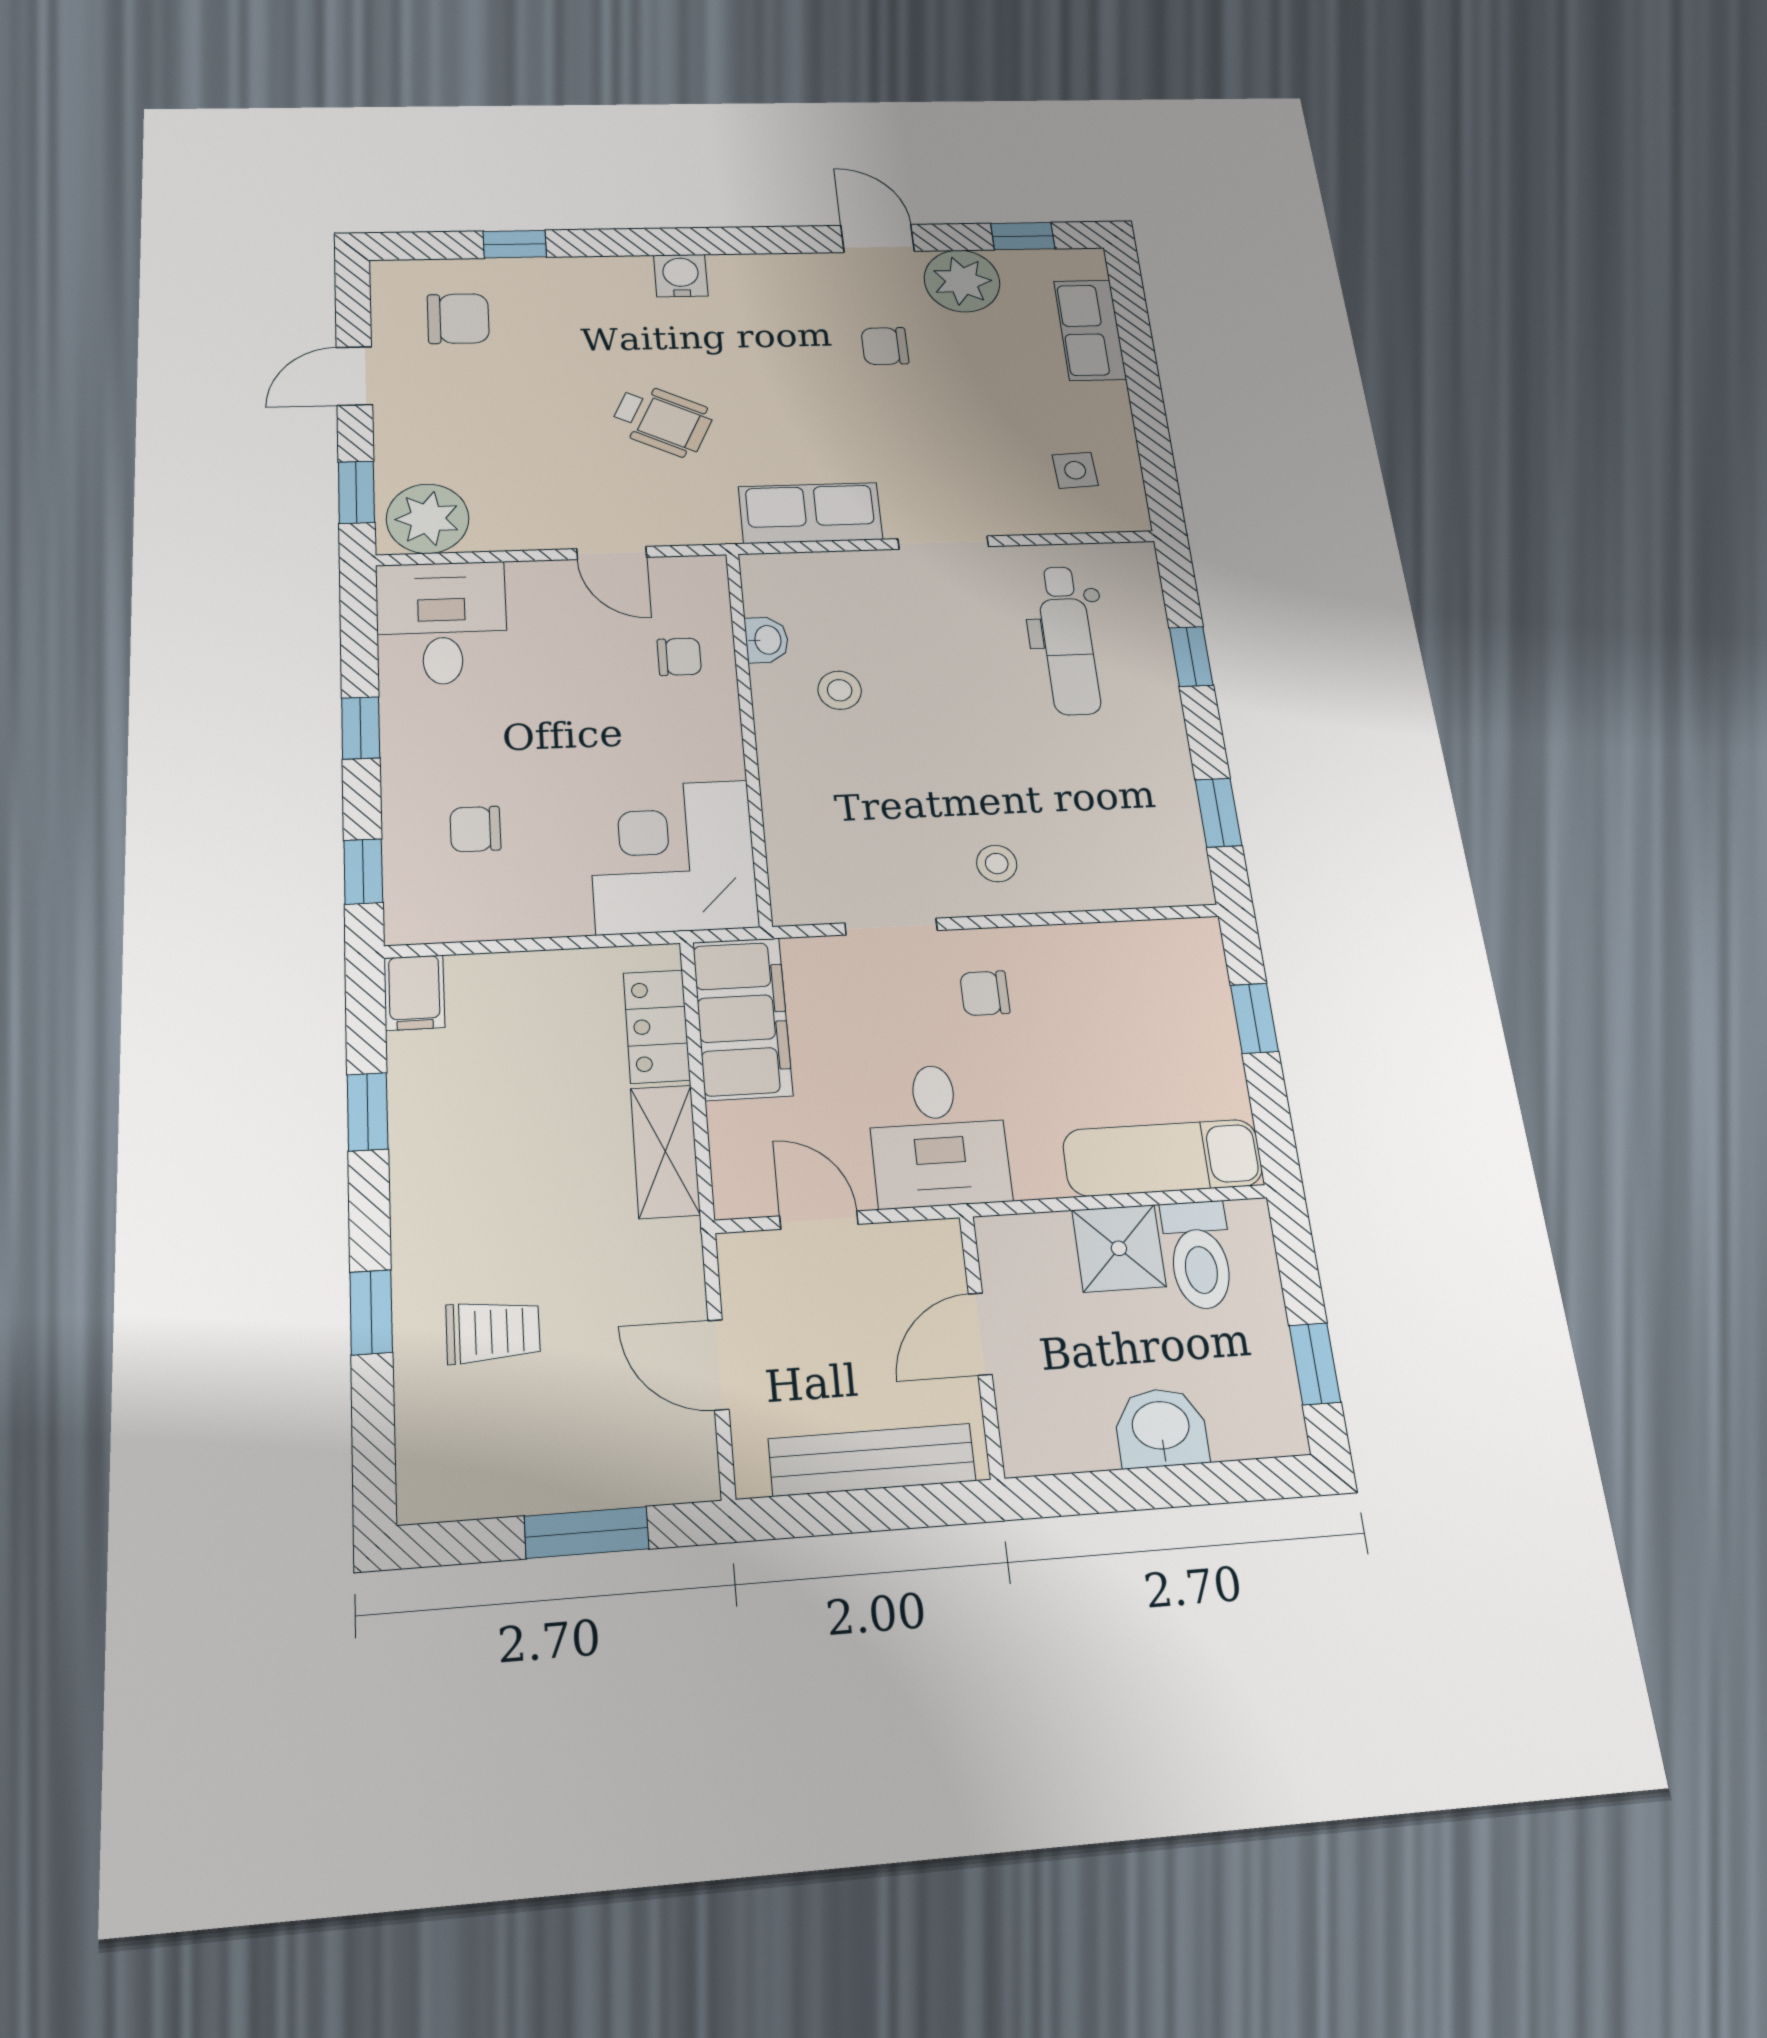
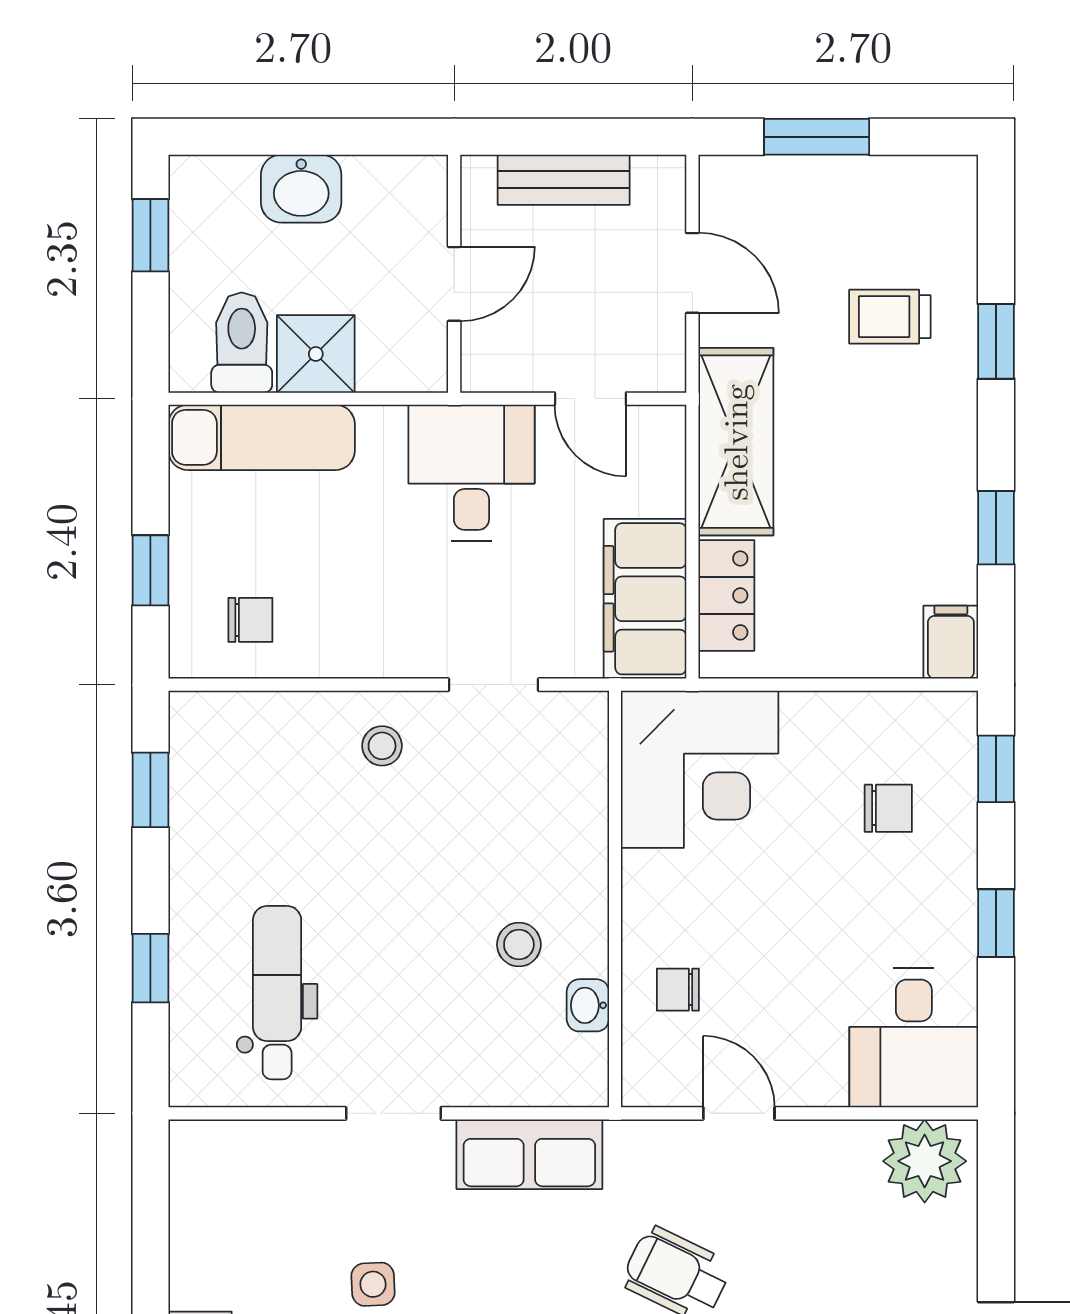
side table: (1075, 470) -> (373, 1284), moved
window: (356, 492) -> (996, 1195), removed
chair: (985, 993) -> (250, 620), moved
shelving: (665, 1151) -> (736, 442), width x1.50, depth x1.33
bench: (872, 1460) -> (564, 180), width x0.73

